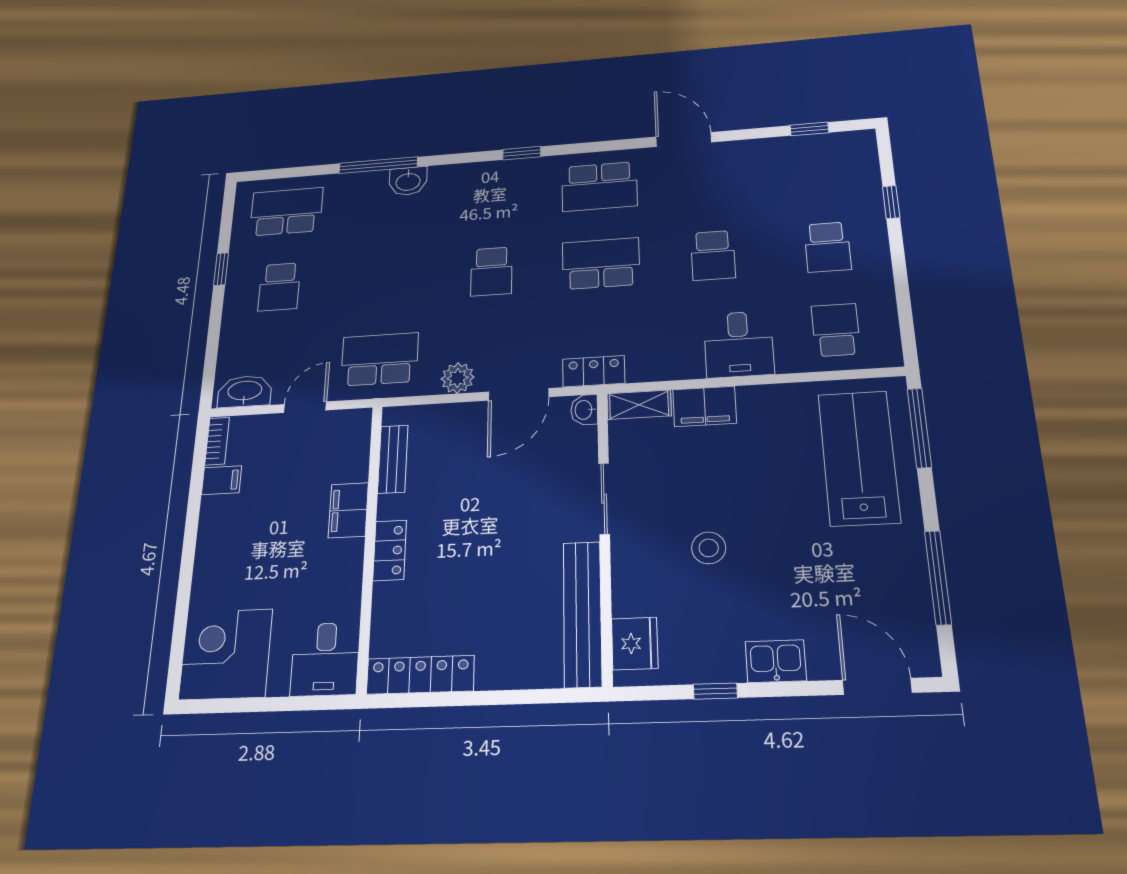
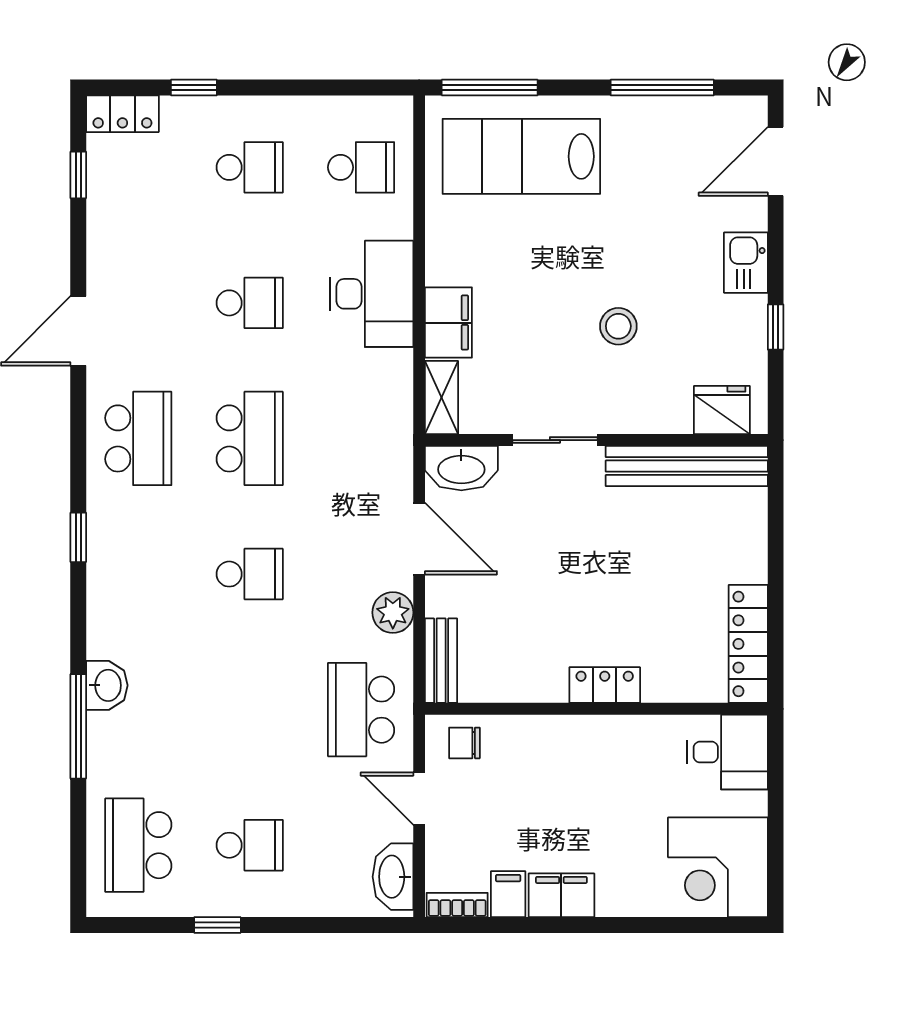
school desk: (601, 263) -> (250, 438), turned 180
school desk: (836, 330) -> (361, 167), turned 180
desk: (739, 344) -> (372, 294), width x1.37
locker: (594, 371) -> (122, 114), moved, turned -90
washbasin: (584, 410) -> (461, 468), width x1.91, depth x1.45
chair: (348, 439) -> (464, 743), added
bench: (393, 459) -> (441, 661), moved, turned 90
filing cabinet: (348, 510) -> (561, 895), moved, turned 180

